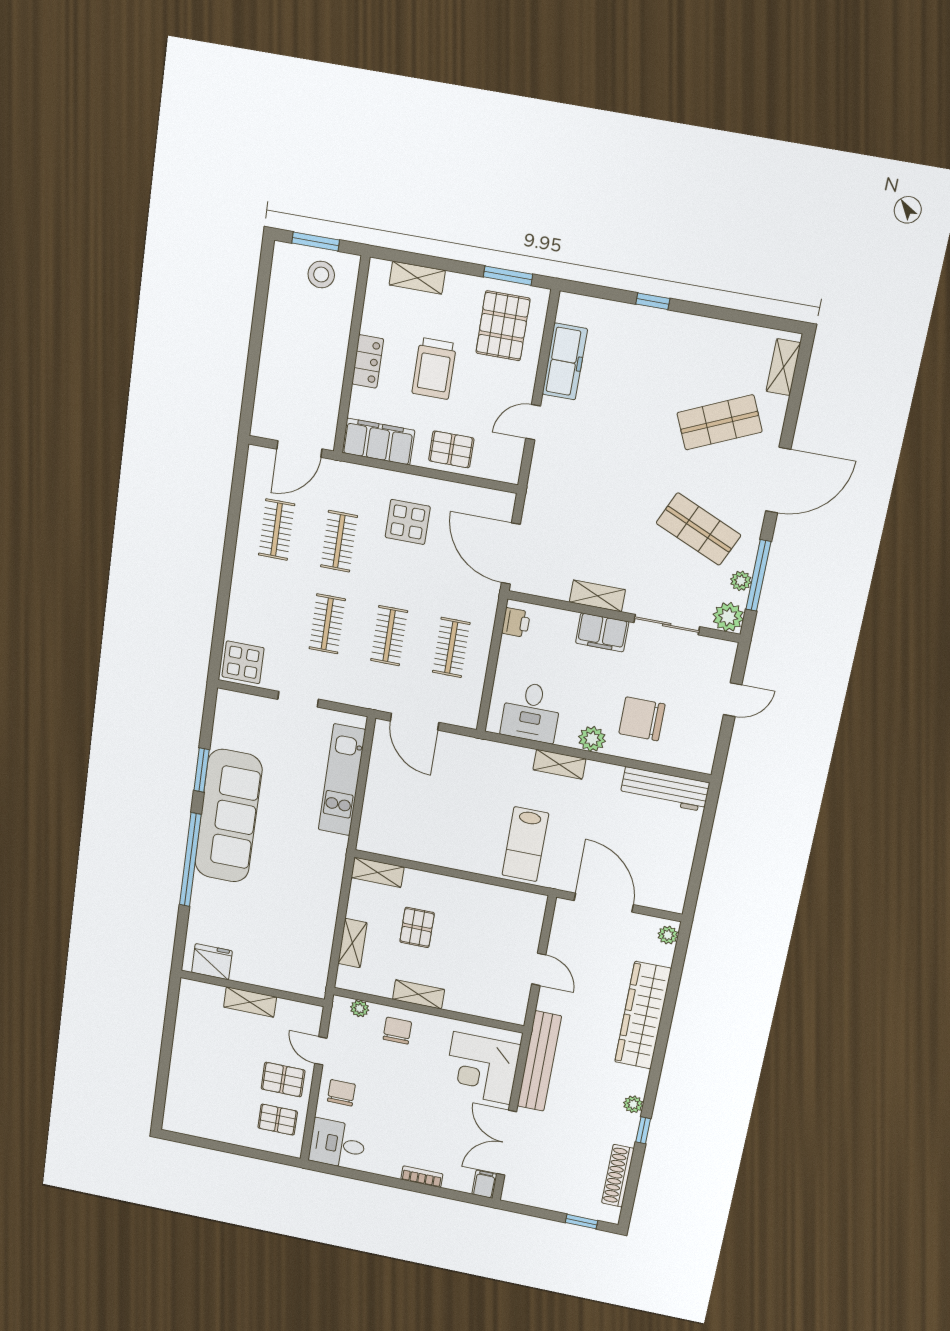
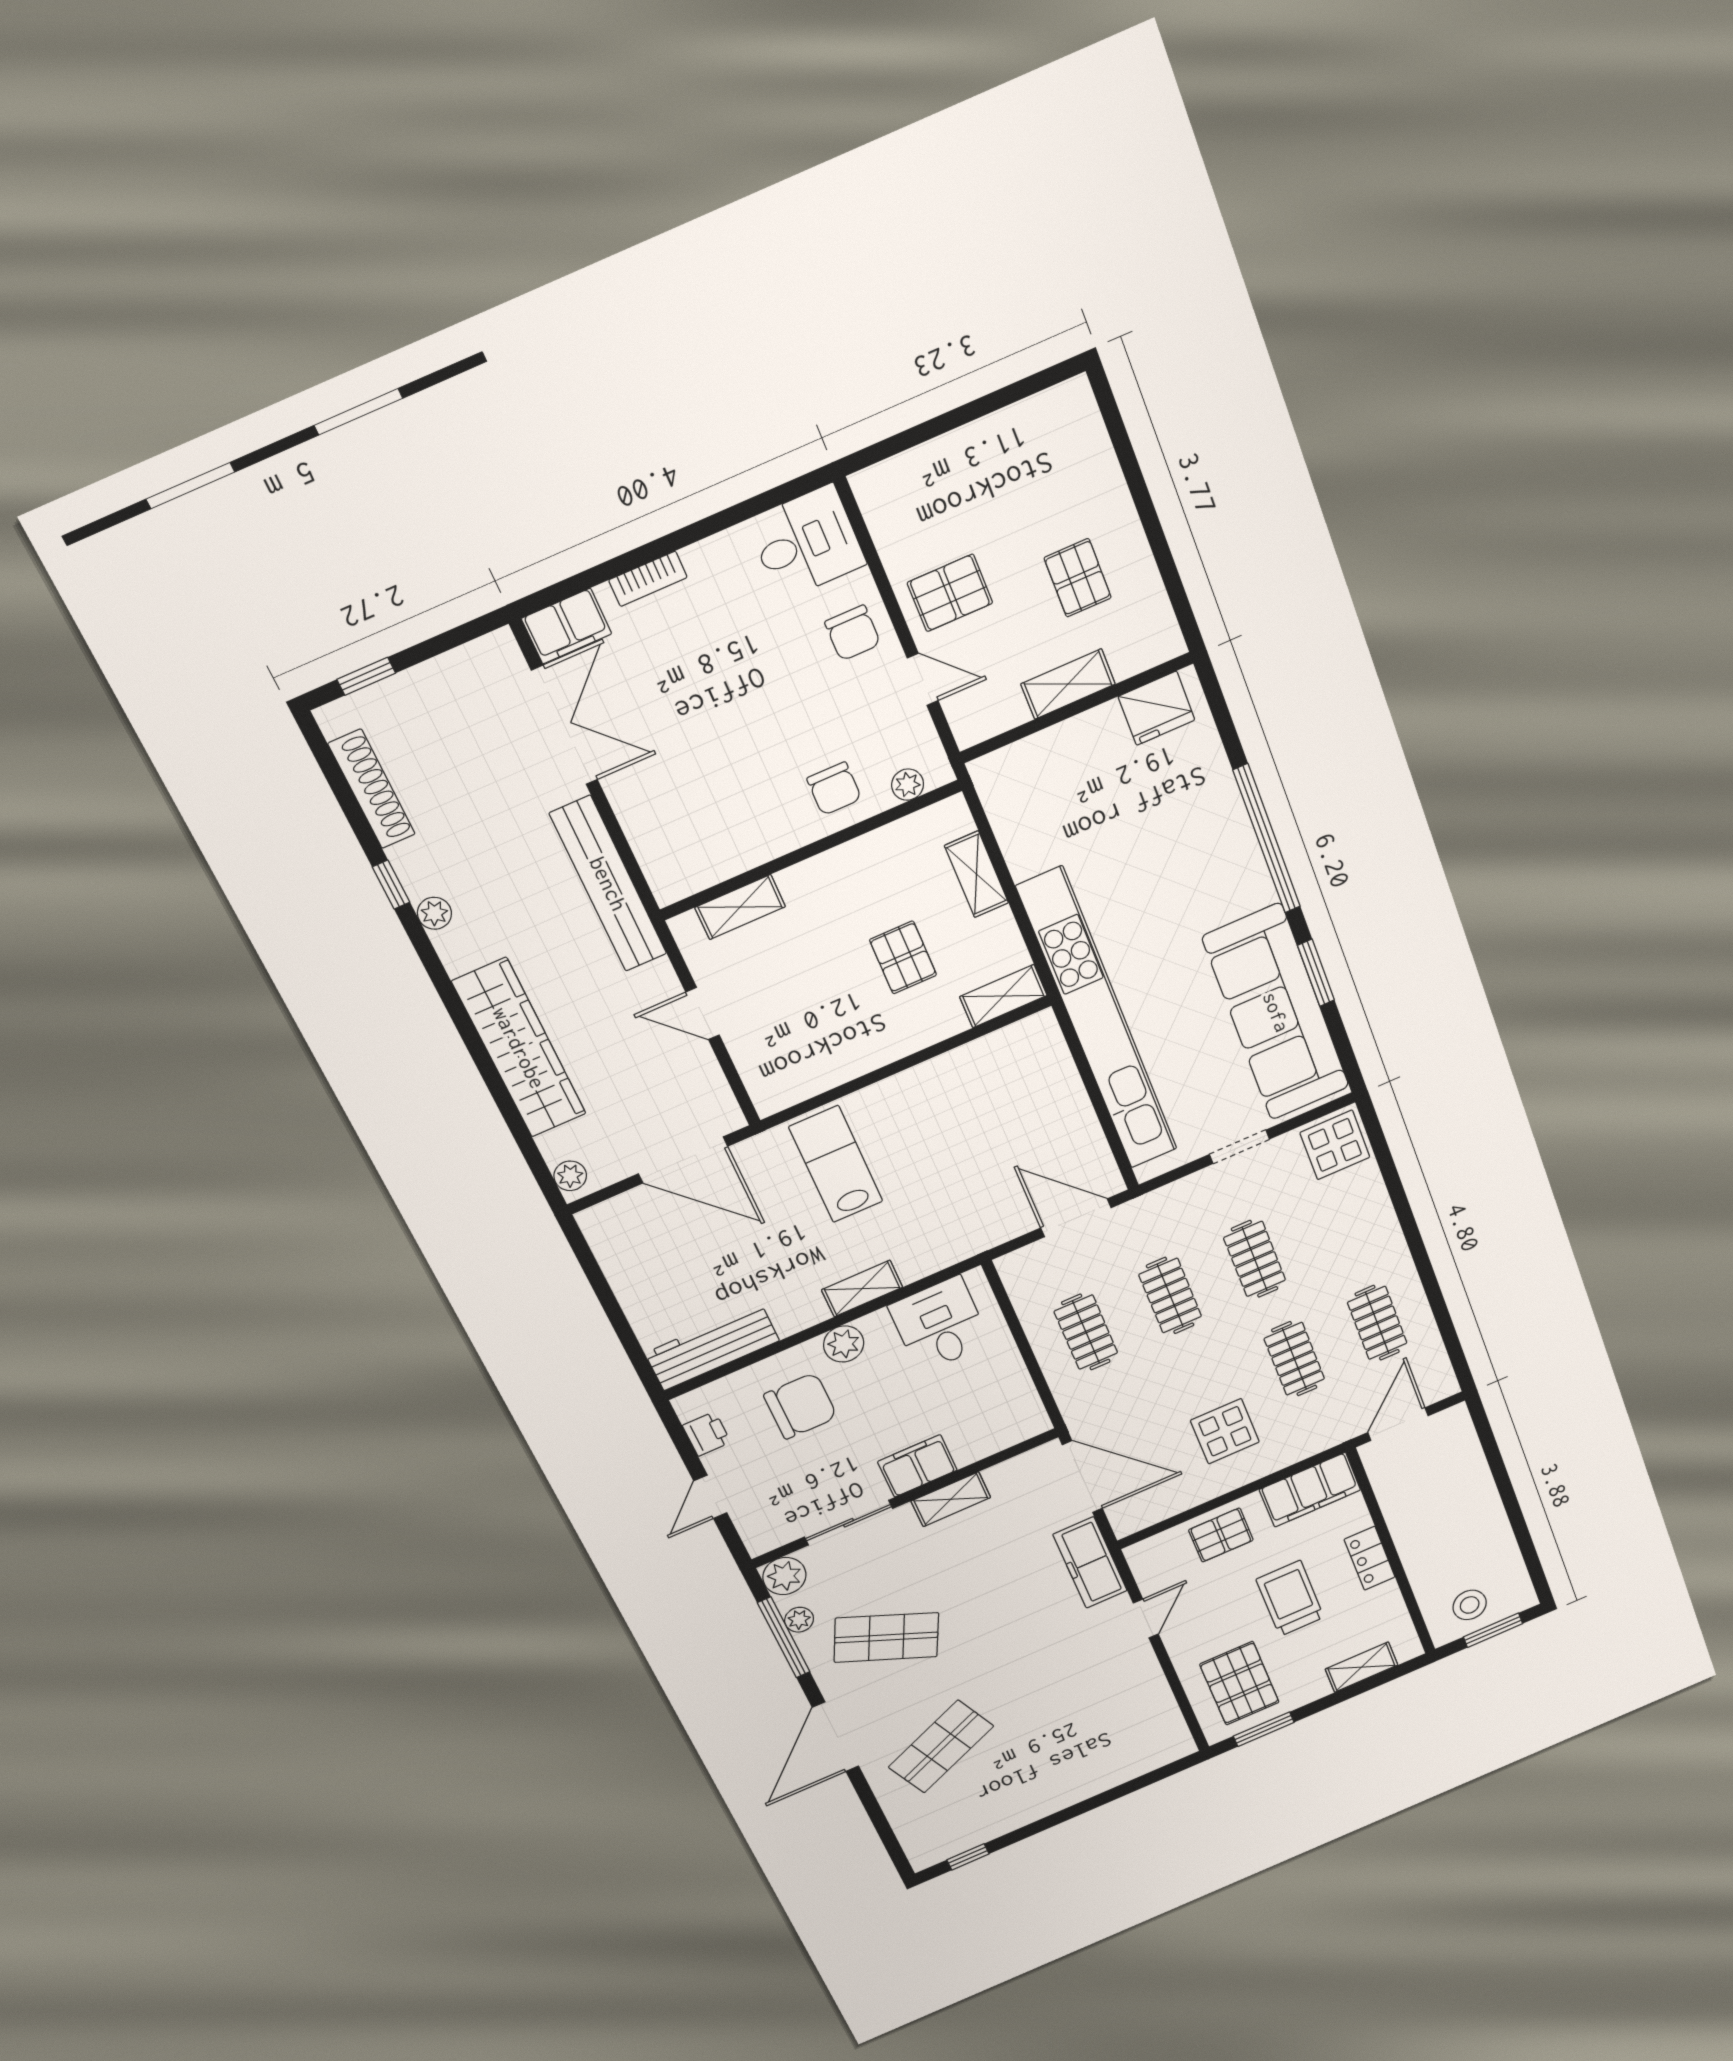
window: (653, 301) -> (968, 1857), moved
freezer: (565, 361) -> (1090, 1563), moved
shelving: (783, 367) -> (912, 1835), removed
printer: (516, 623) -> (707, 1434), moved, turned 180
kitchen unit: (342, 780) -> (1098, 1020), width x1.86
sofa: (228, 816) -> (1276, 1012), moved
shelving: (418, 994) -> (740, 907), moved
corner desk: (482, 1068) -> (680, 816), removed
pallet: (278, 1120) -> (1078, 578), moved, turned 90
filing cabinet: (484, 1184) -> (567, 626), width x2.00

